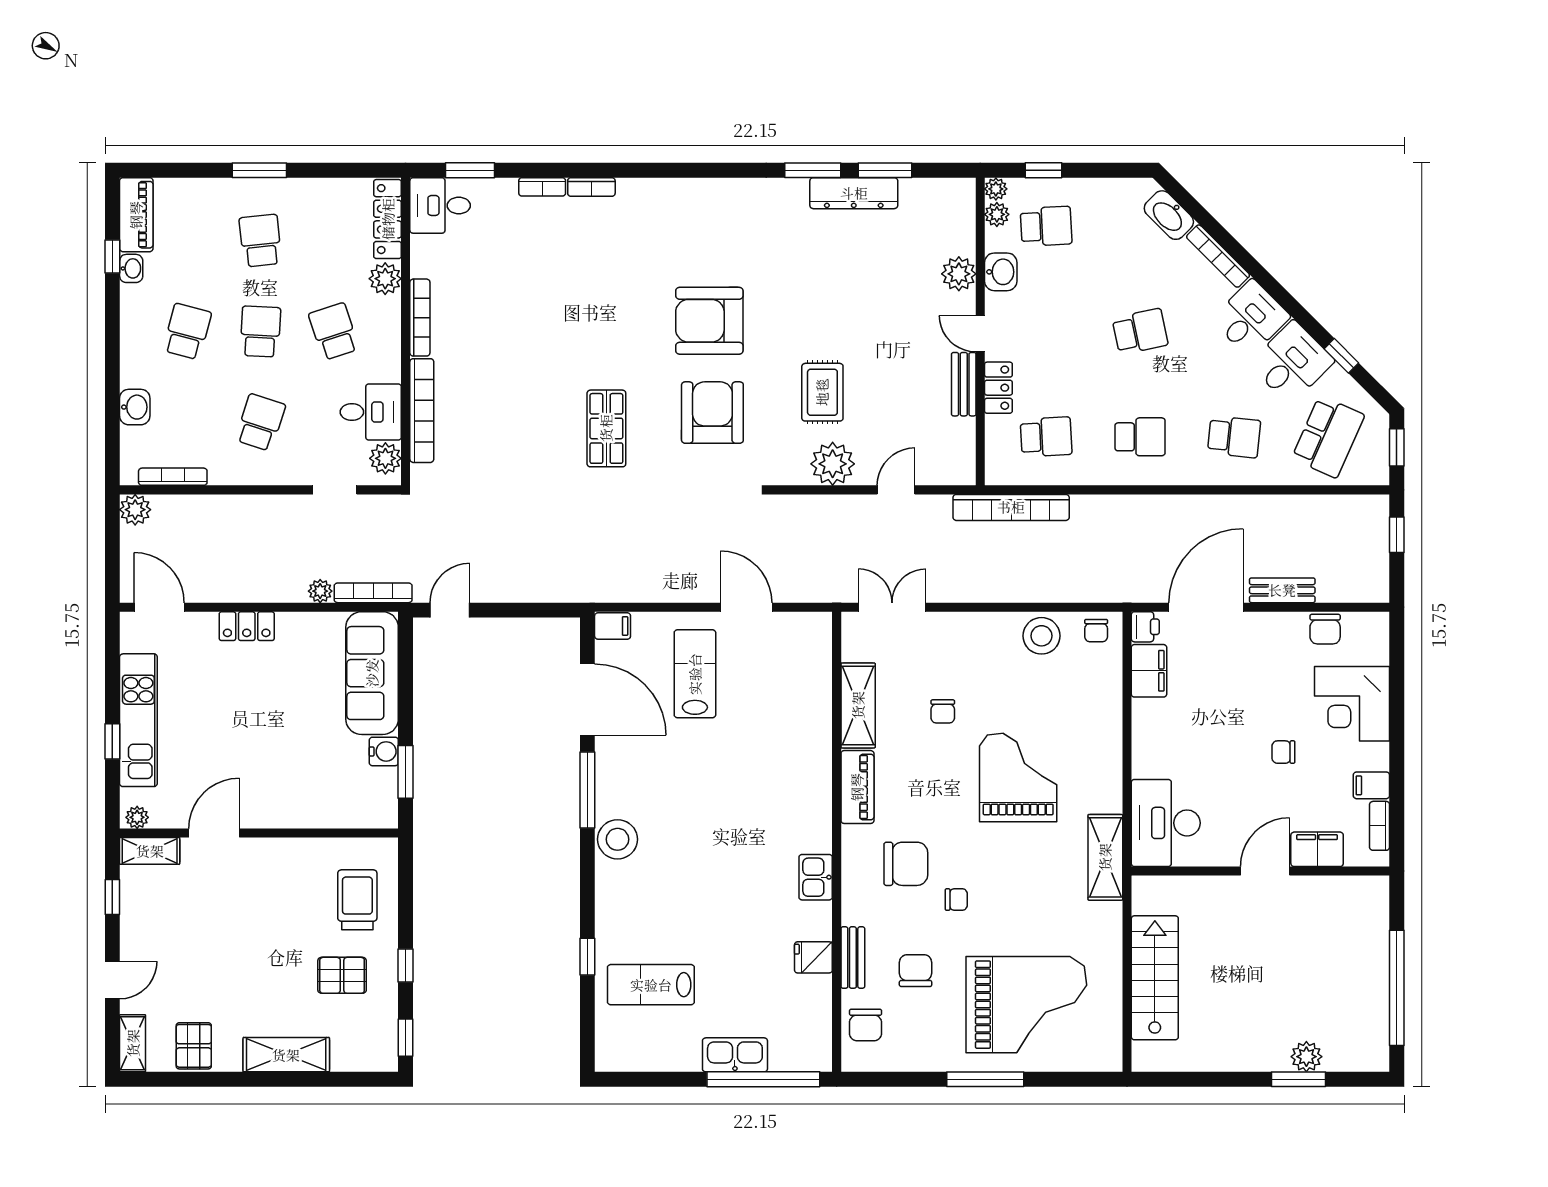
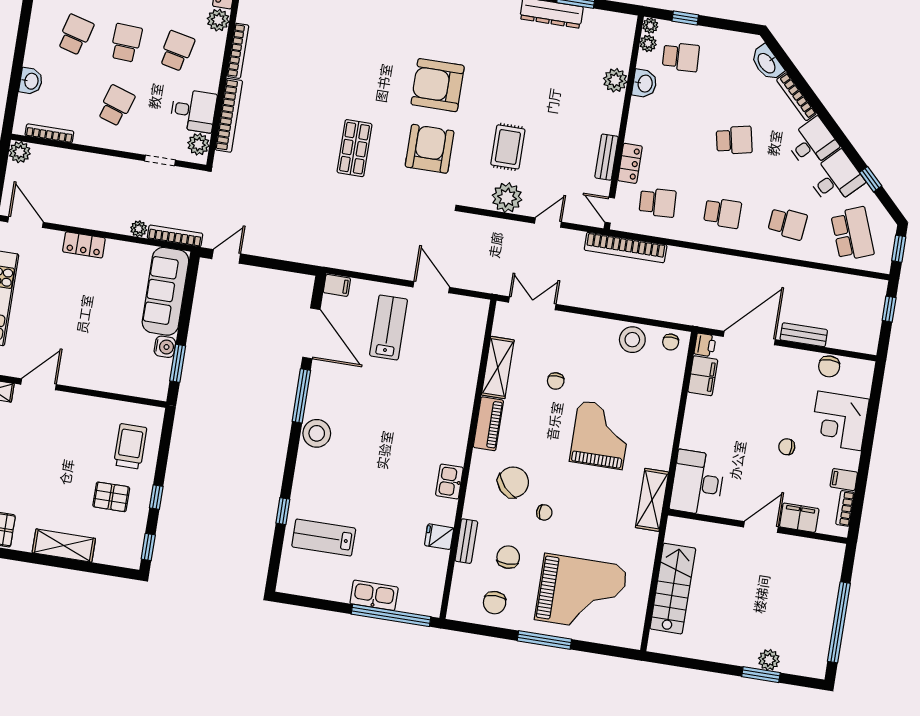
school desk: (334, 332) -> (177, 51), turned 30
door: (980, 334) -> (610, 210), moved
school desk: (1328, 437) -> (852, 234), turned -45
chair: (906, 864) -> (513, 482), turned -42
chair: (866, 1025) -> (495, 603), moved

